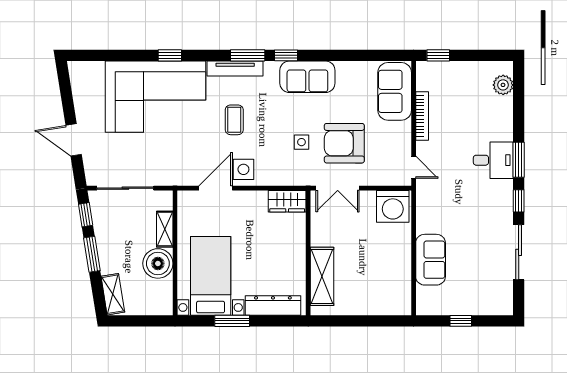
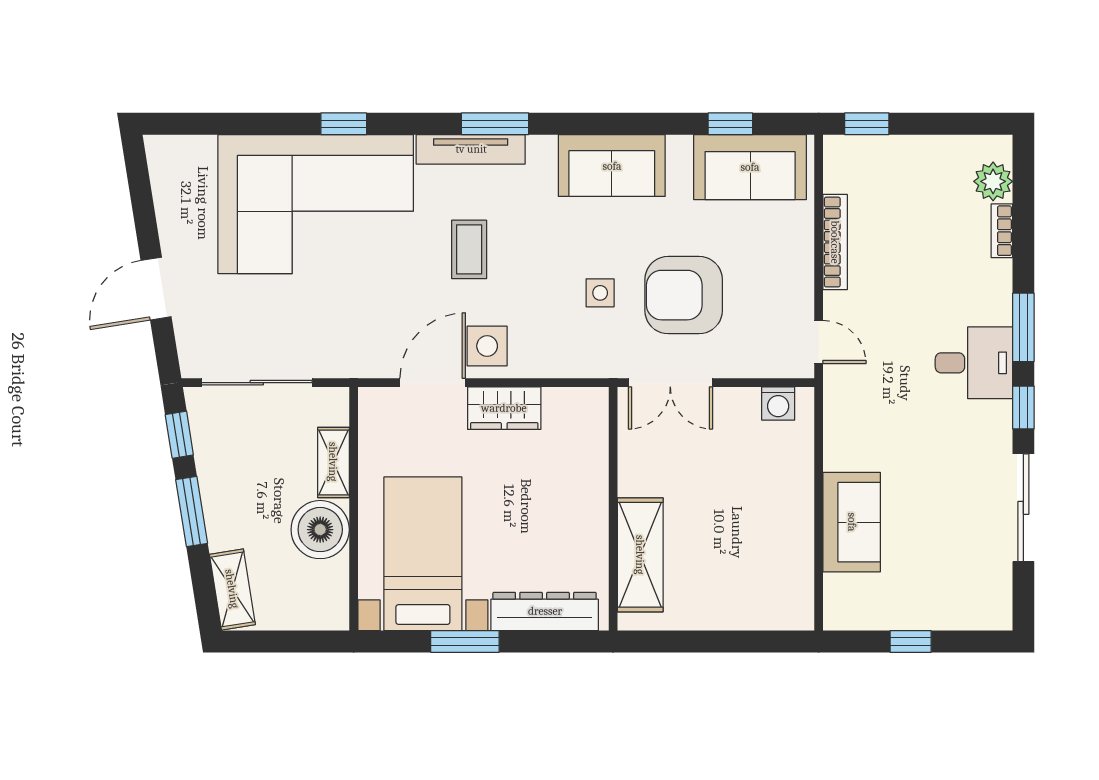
window: (286, 55) -> (730, 124), moved
sofa: (395, 91) -> (750, 167), moved, turned -90
bookcase: (508, 110) -> (1002, 231), added
door: (74, 140) -> (156, 289), hinge flipped
desk: (493, 160) -> (974, 363), moved
wardrobe: (287, 201) -> (504, 408), moved
washing machine: (393, 206) -> (778, 404), width x0.53, depth x0.53

